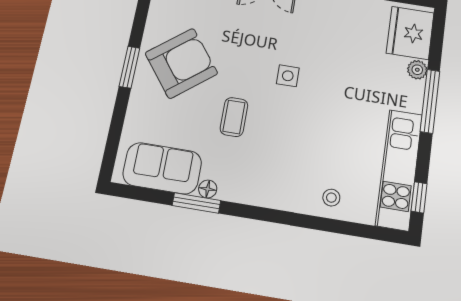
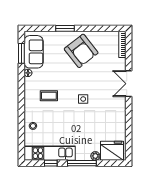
window: (129, 67) -> (65, 28), moved
coffee table: (234, 117) -> (49, 96), moved
window: (419, 197) -> (51, 163), moved
window: (196, 203) -> (21, 53), moved

